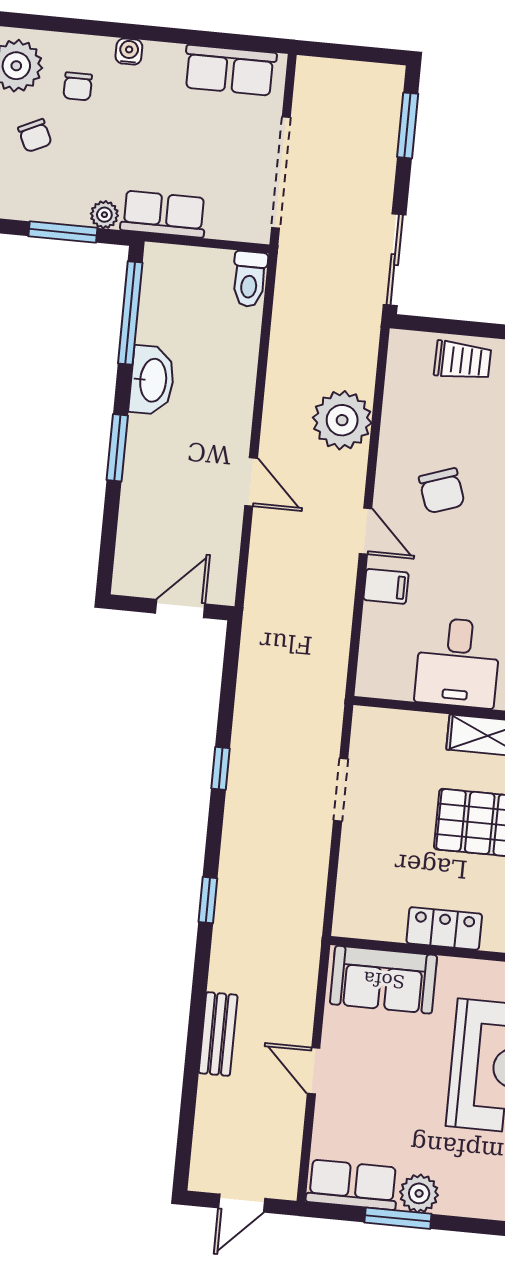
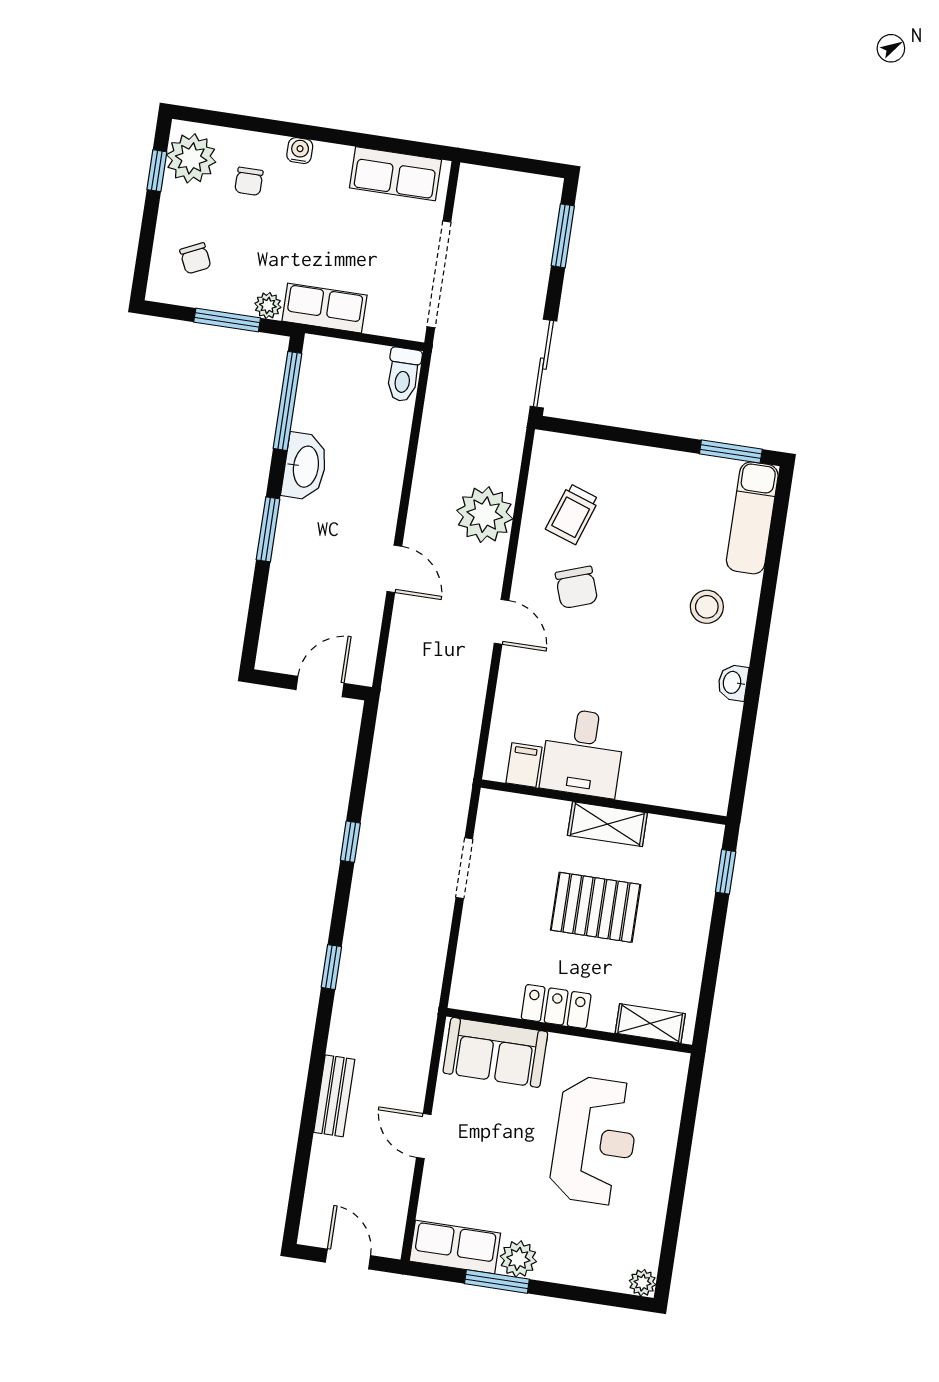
chair: (35, 136) -> (195, 258), moved
trolley: (462, 361) -> (572, 514), moved, turned 108
filing cabinet: (386, 586) -> (524, 765), moved, turned -90
door: (242, 1203) -> (348, 1259), swing flipped

